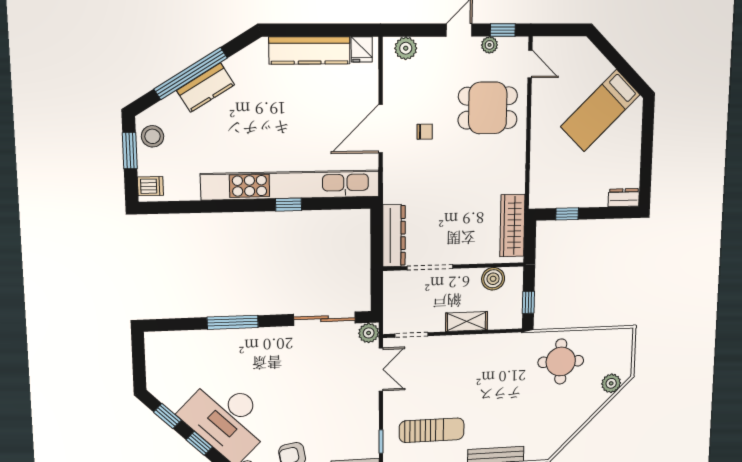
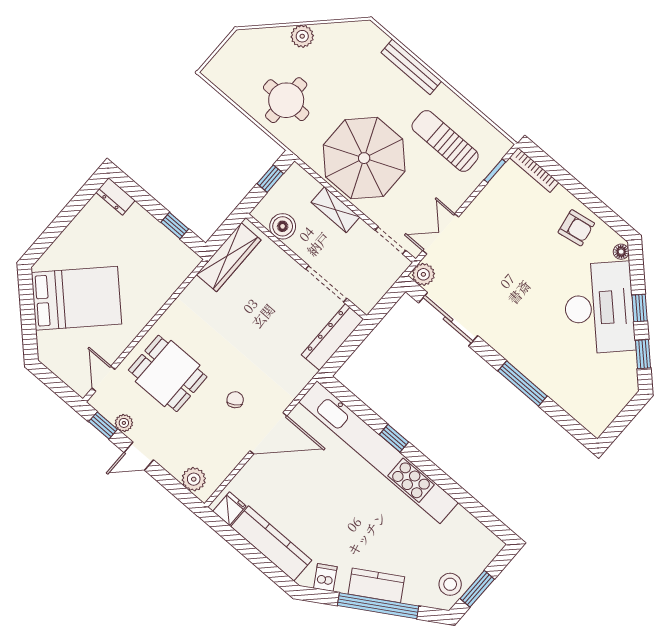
bed: (600, 111) -> (77, 298), width x1.50
chair: (425, 132) -> (235, 400), turned 56
dishwasher: (150, 186) -> (325, 577), moved, turned 59
parasol: (476, 372) -> (364, 158), added
plant: (611, 383) -> (302, 36), moved

